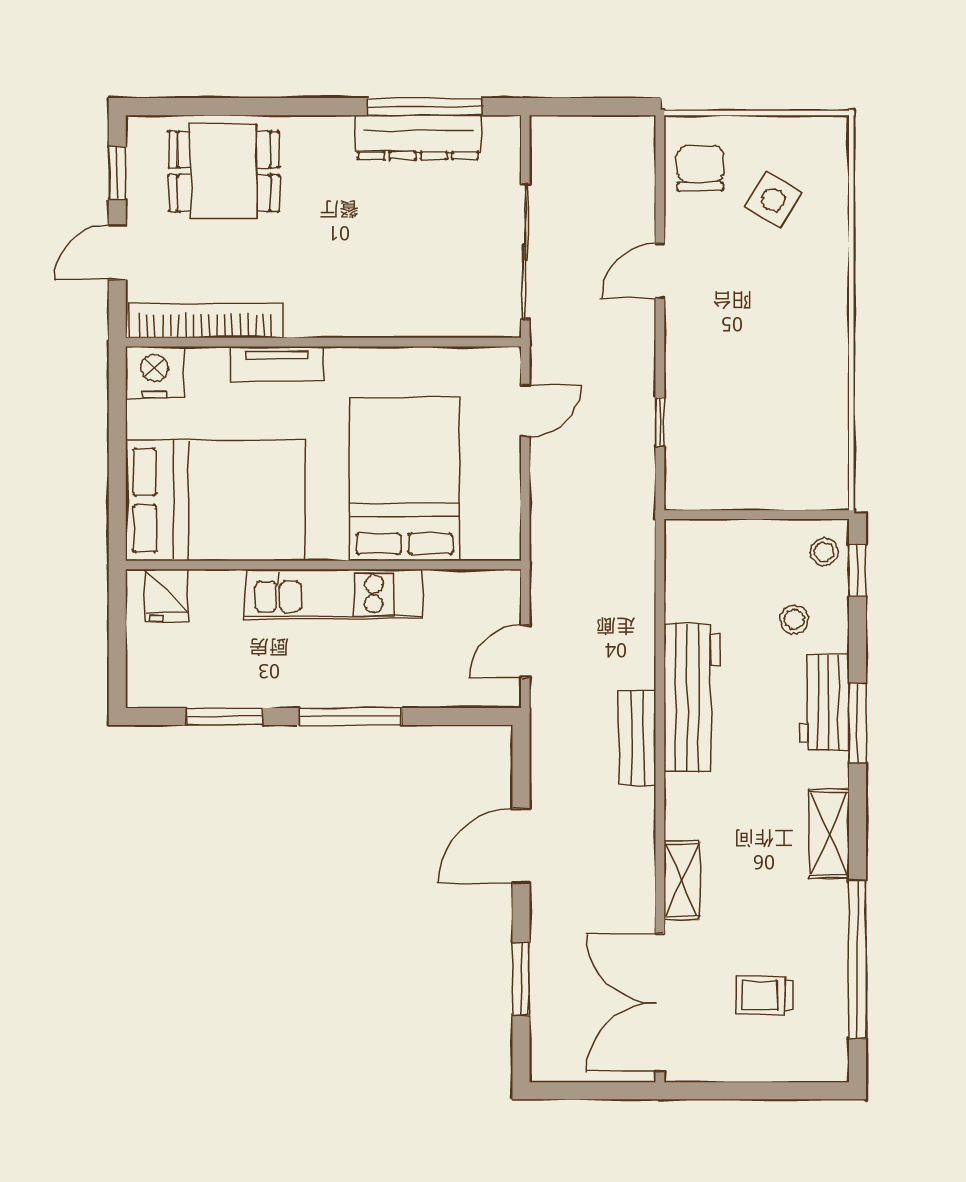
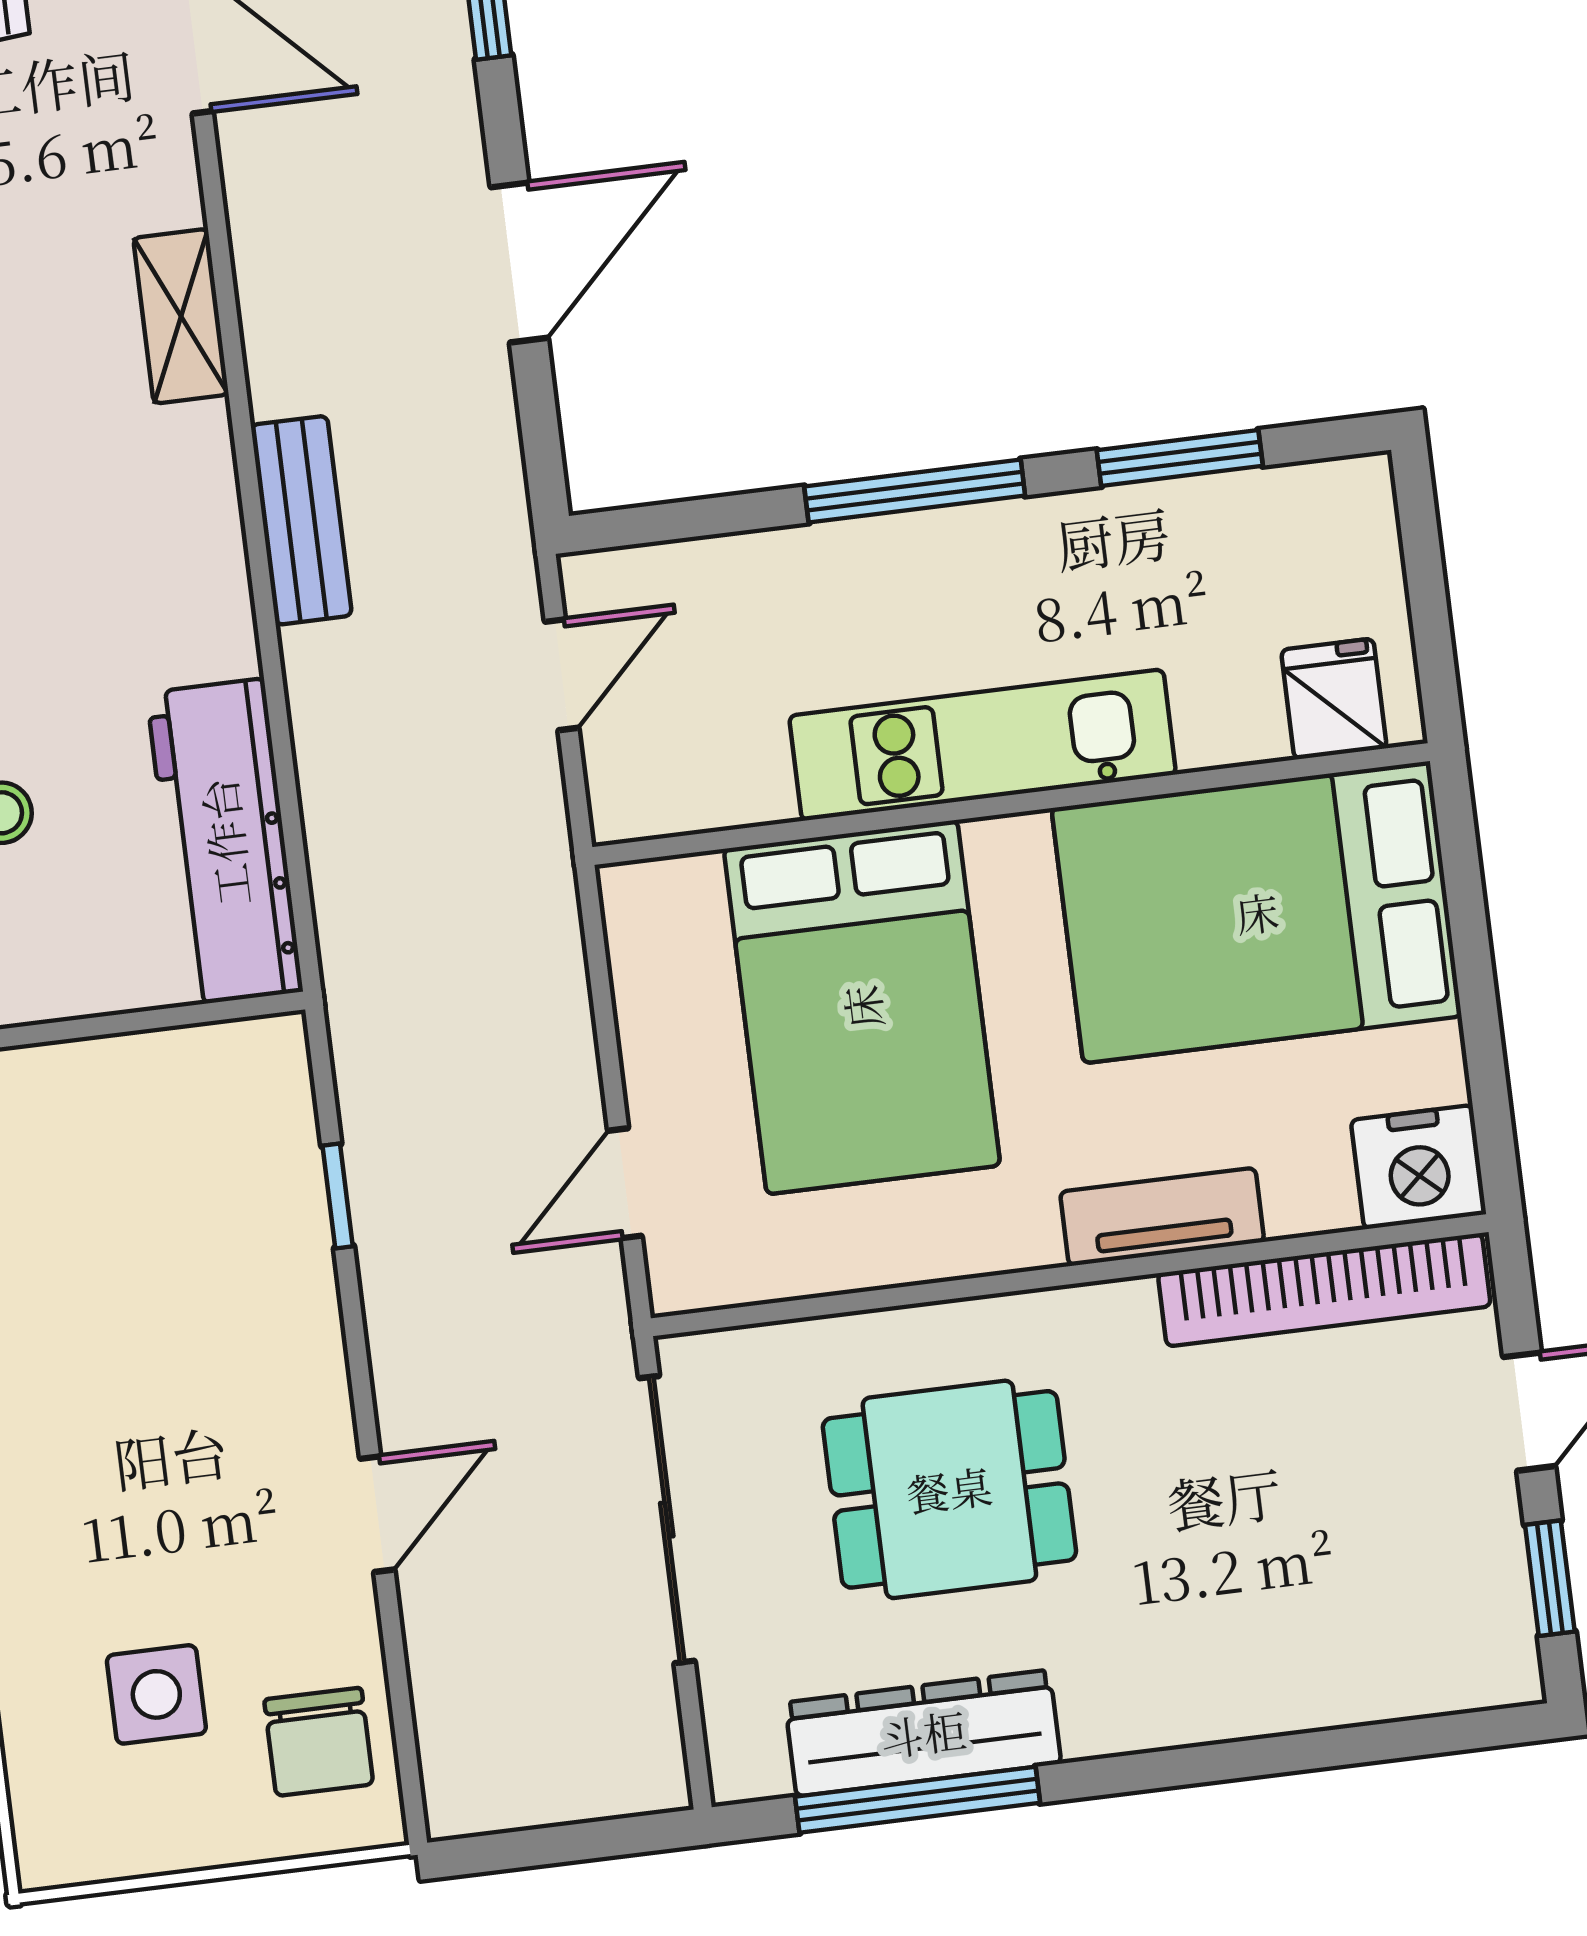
dining table: (224, 171) -> (949, 1489), moved
side table: (773, 200) -> (156, 1694), turned -31
workbench: (692, 697) -> (225, 842), moved
shelving: (682, 880) -> (181, 316), moved

